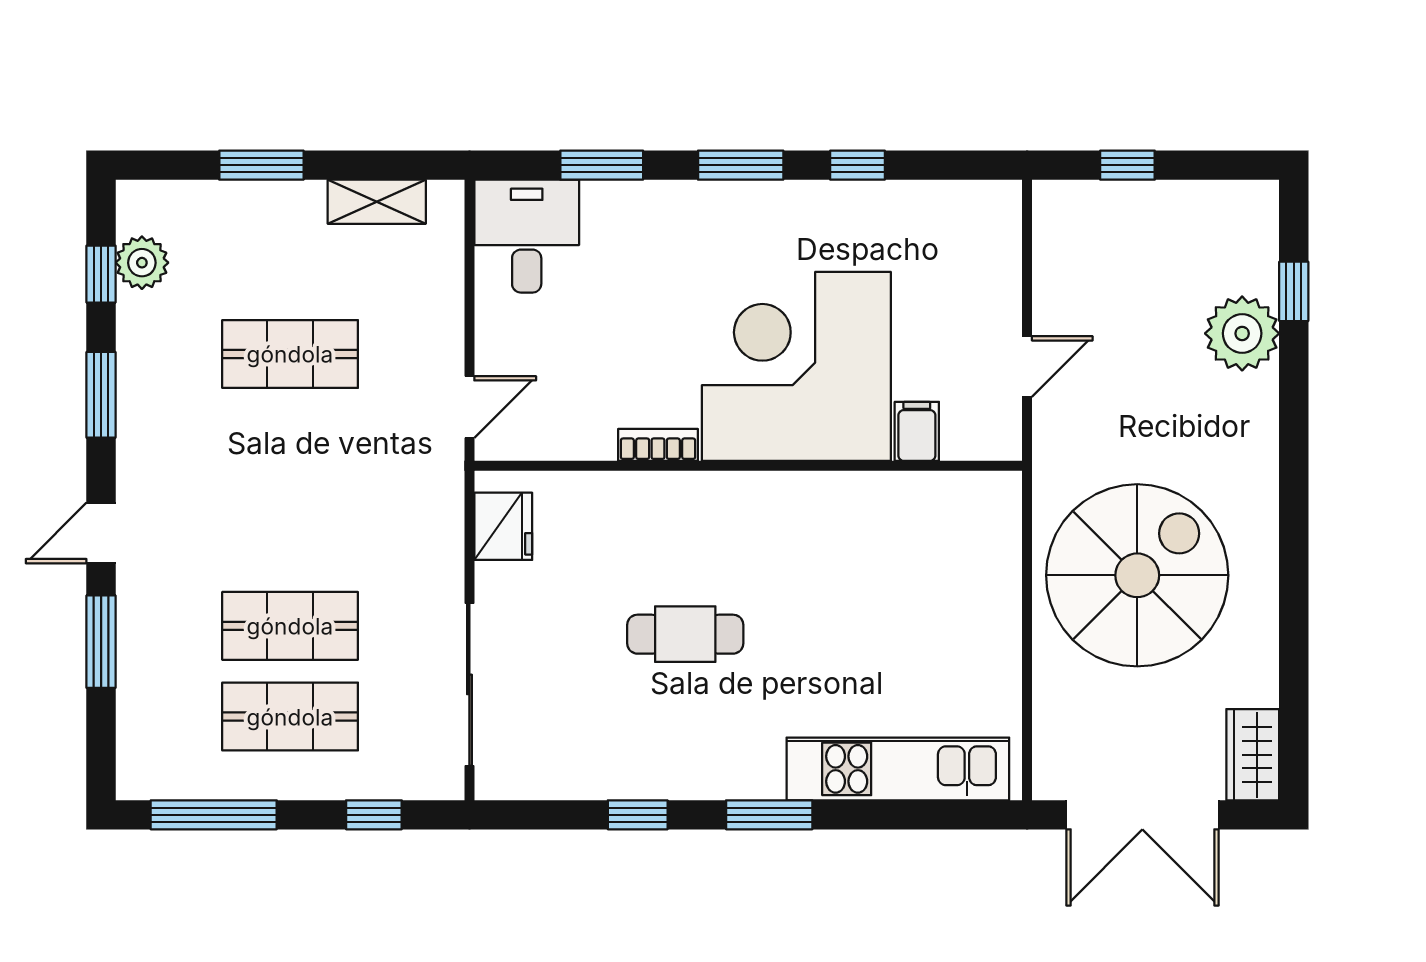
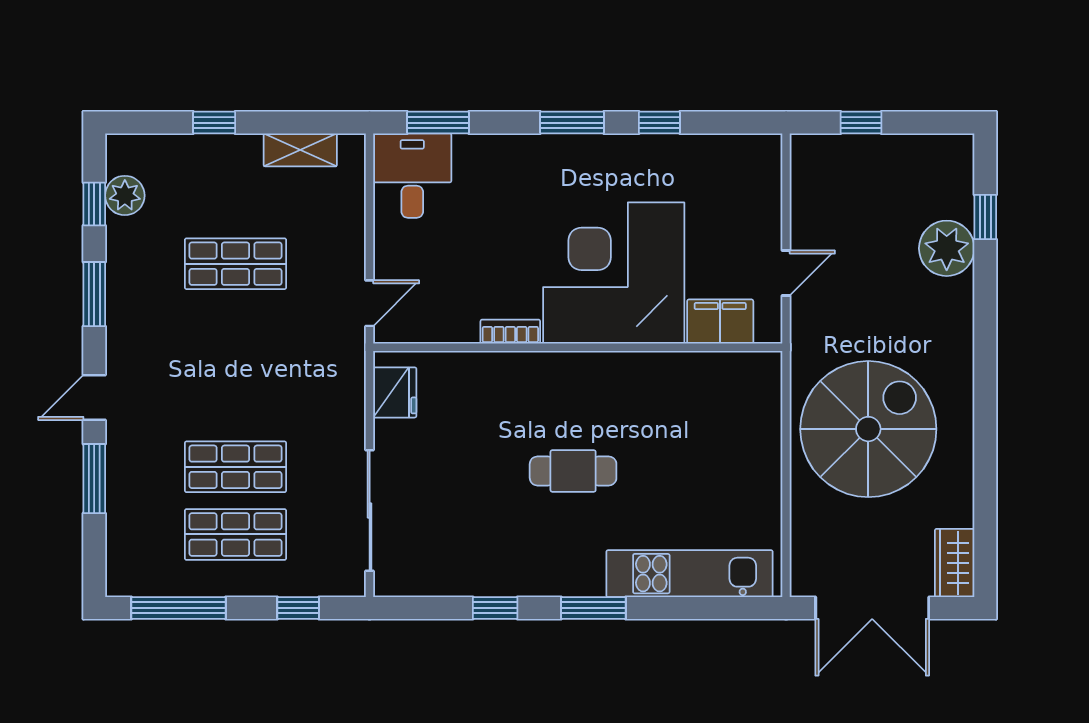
window: (261, 165) -> (214, 123), width x0.67
window: (602, 165) -> (438, 123), moved
filing cabinet: (917, 431) -> (720, 321), width x2.00
cafe table: (685, 634) -> (573, 471), moved

